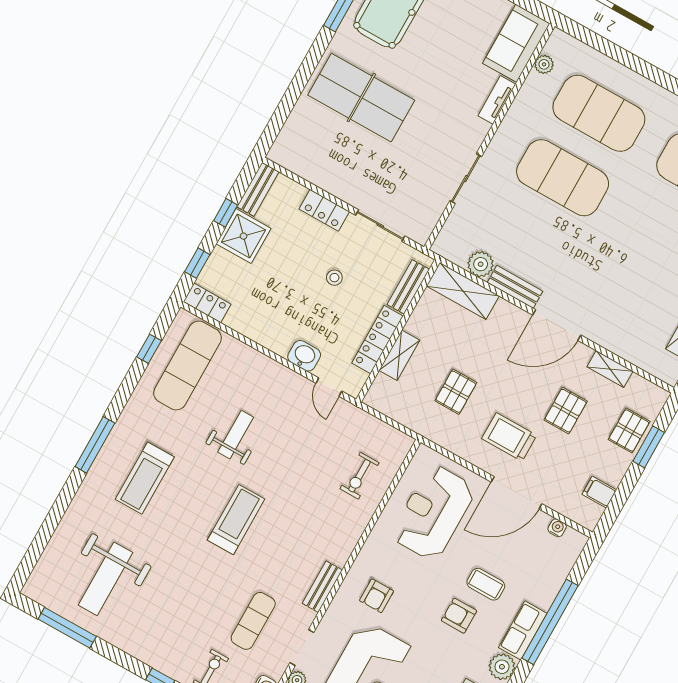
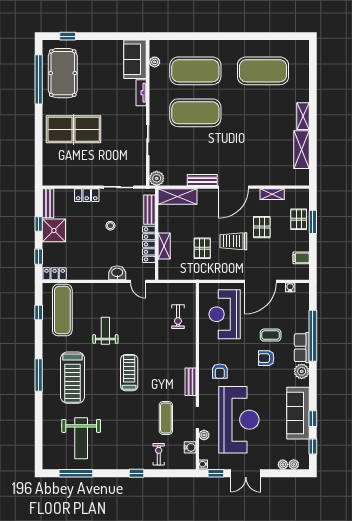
plant: (481, 264) -> (157, 178), moved
trolley: (509, 437) -> (233, 241), moved
treadmill: (145, 478) -> (73, 378), width x1.37, depth x1.38

